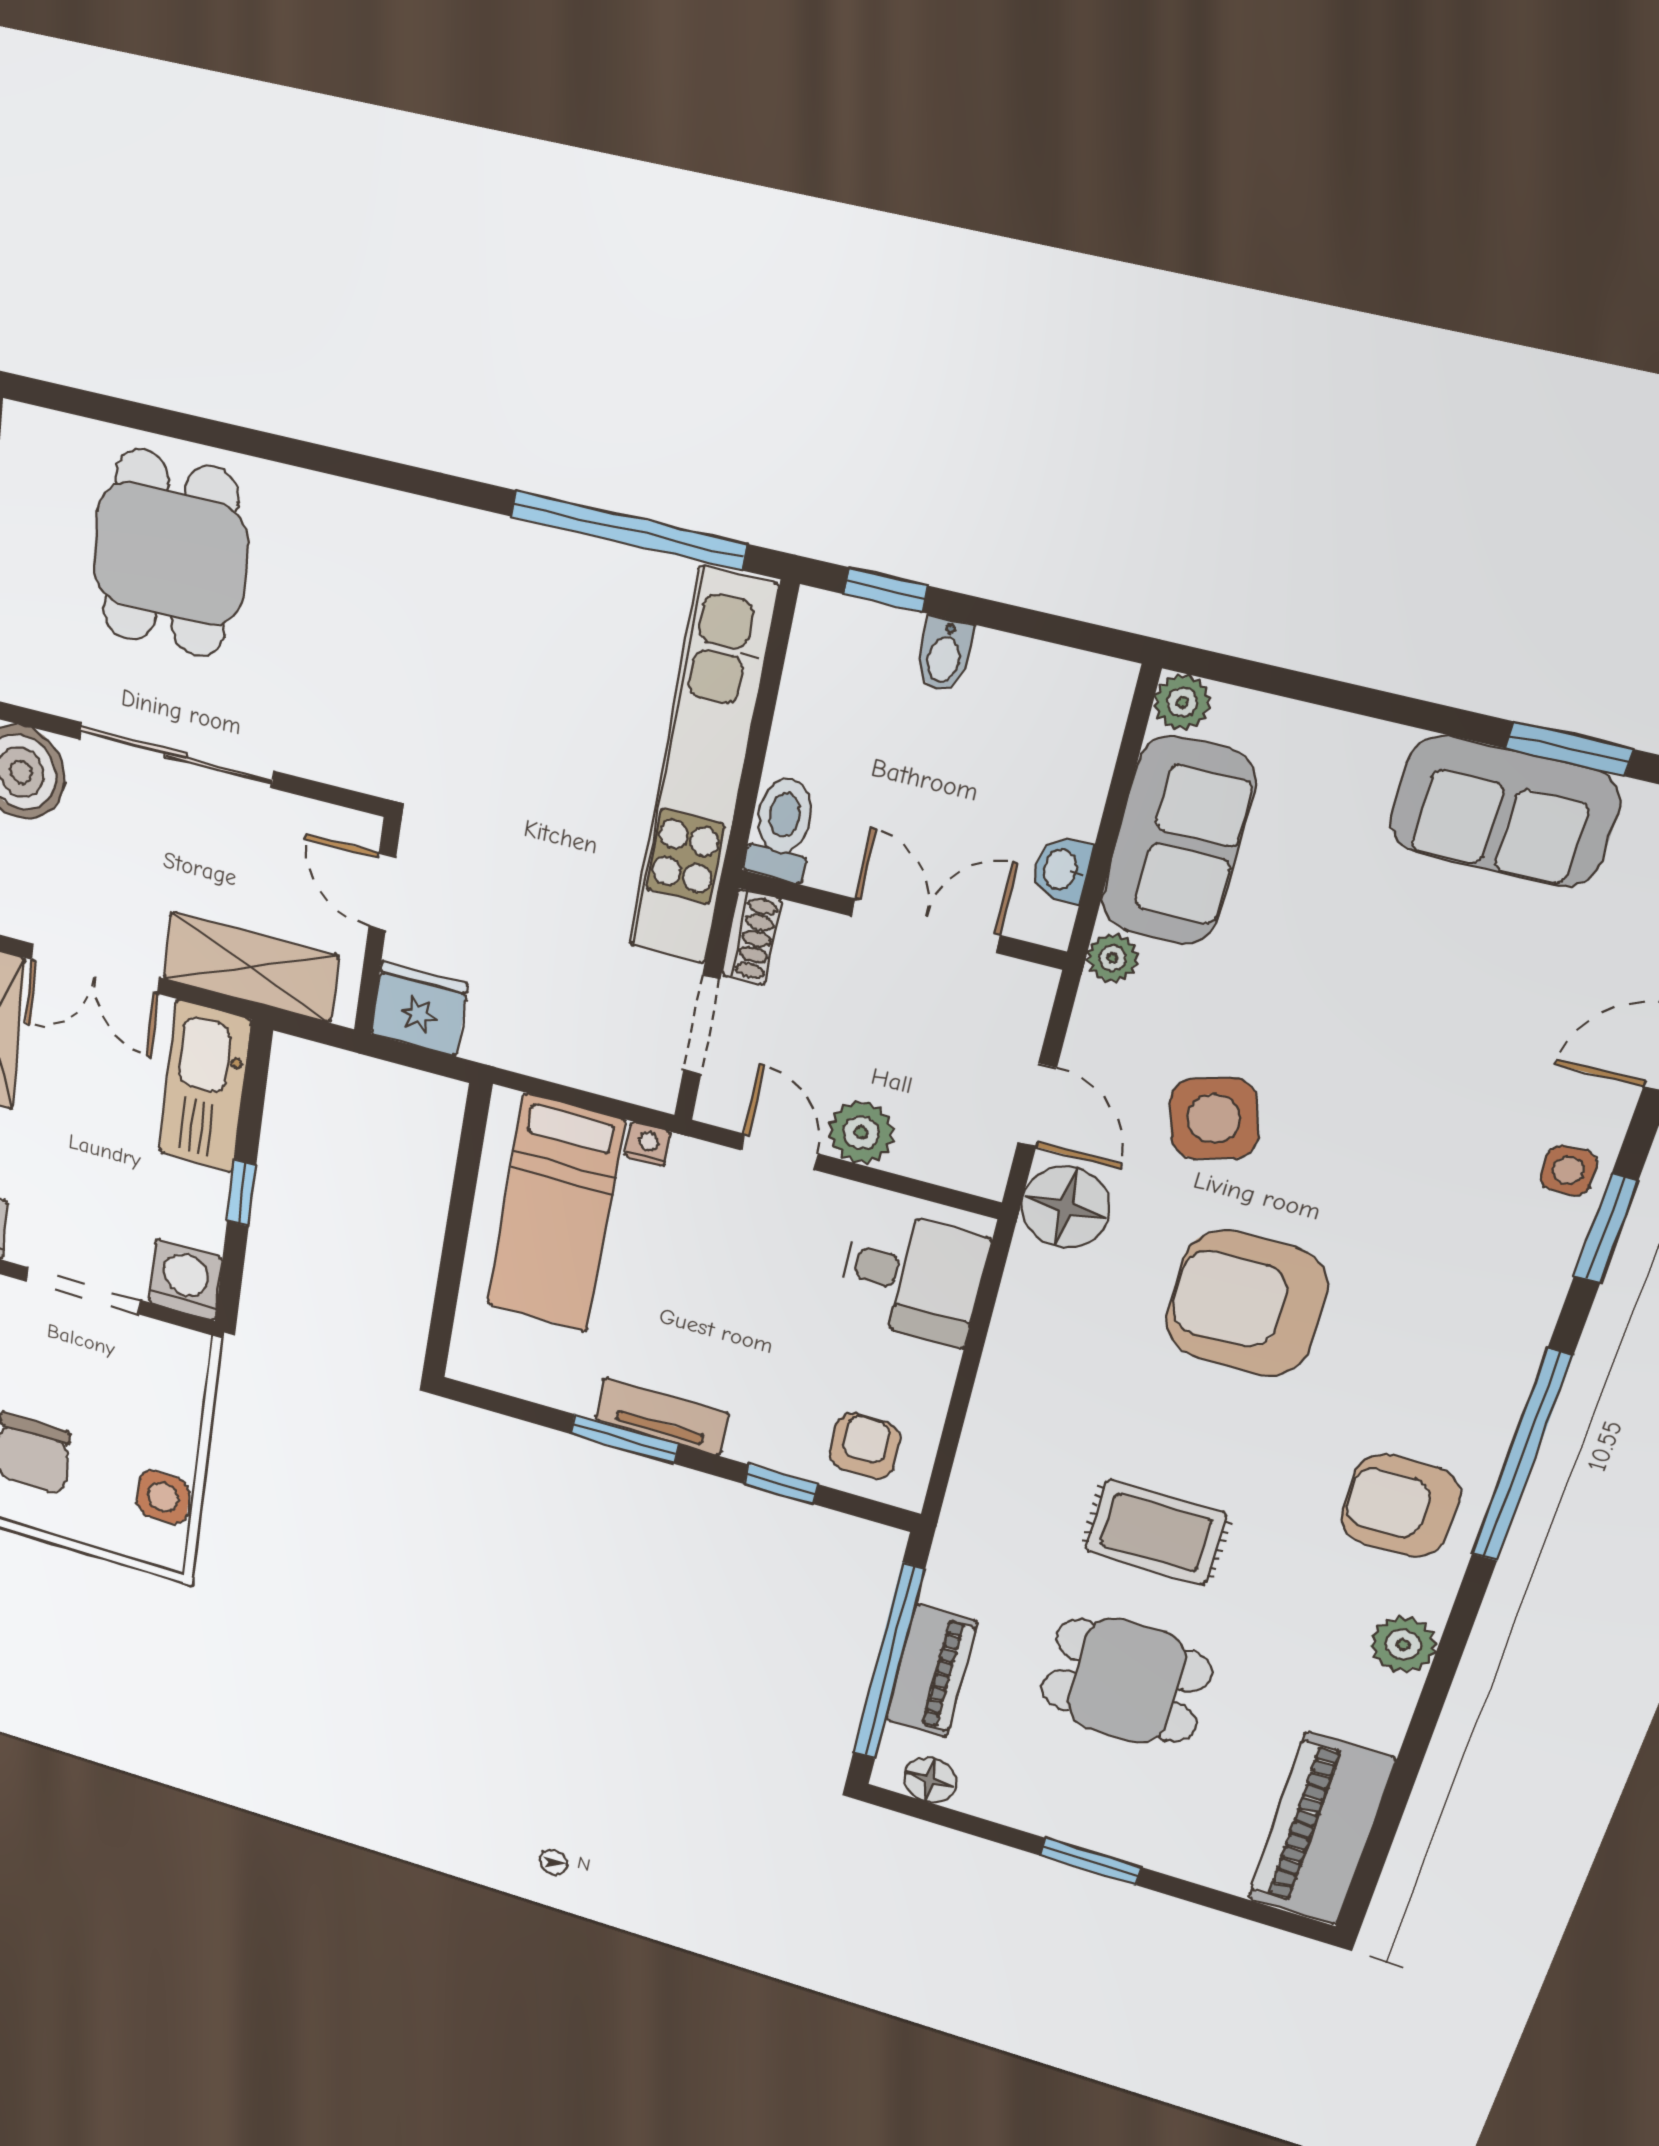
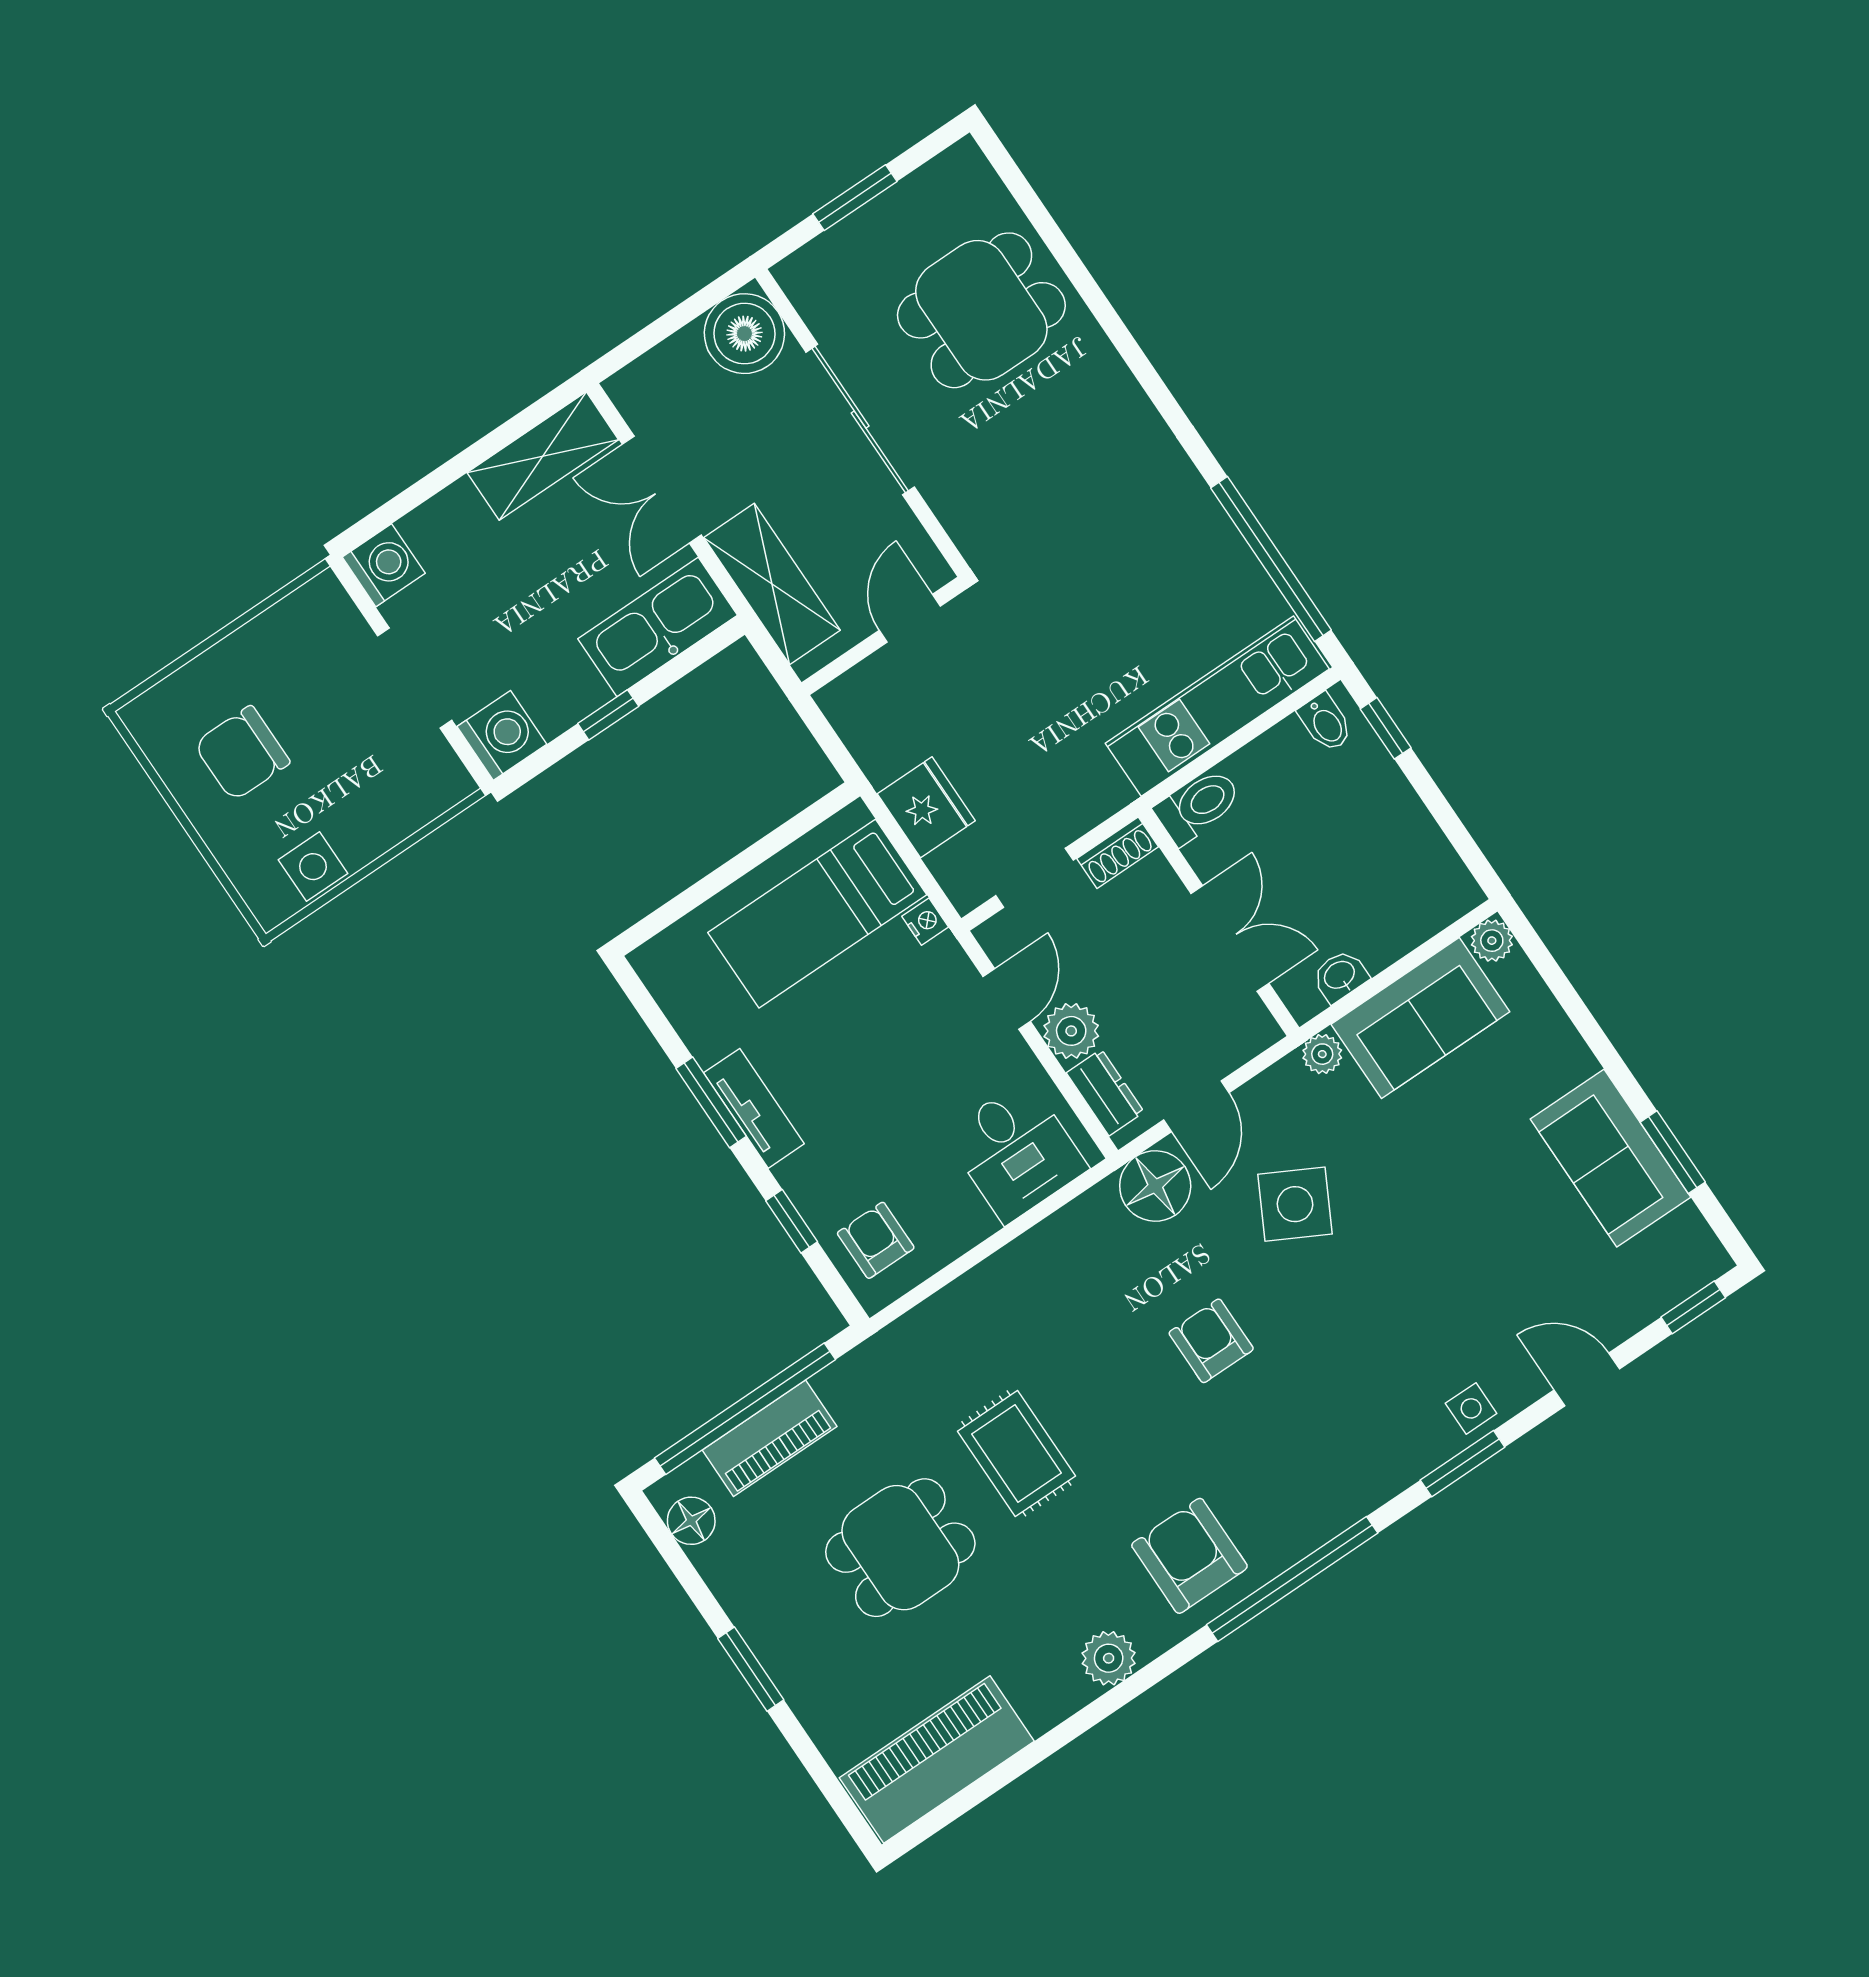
bidet: (945, 655) -> (1326, 723), moved, turned -90
kitchen unit: (702, 770) -> (1217, 706), width x0.73
fridge: (419, 1009) -> (926, 807), moved
side table: (1214, 1118) -> (1295, 1204), turned 45
dresser: (943, 1162) -> (1105, 1093), added
armchair: (1246, 1304) -> (1211, 1341), width x0.53, depth x0.53
armchair: (865, 1446) -> (876, 1240), turned -90
dining table: (1126, 1681) -> (900, 1548), turned 90

